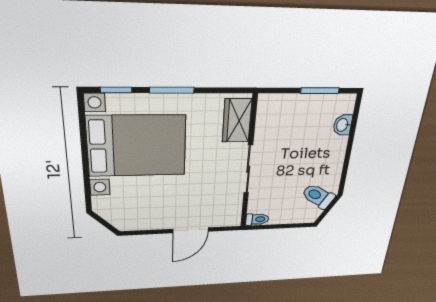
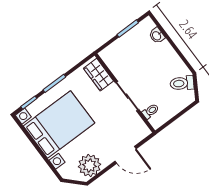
plant: (138, 216) -> (90, 165), added
toilet: (257, 219) -> (151, 111), moved
door: (191, 230) -> (126, 155), hinge flipped

